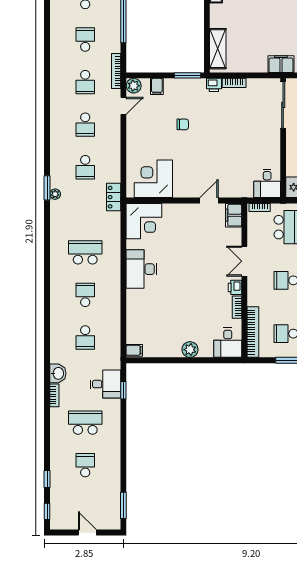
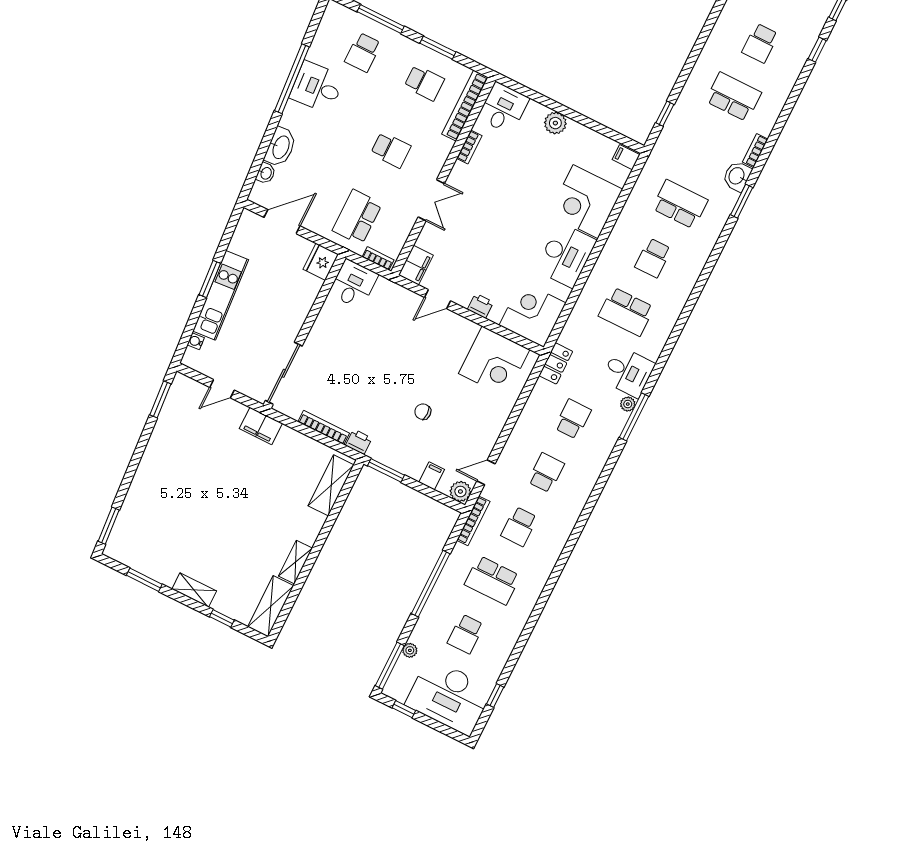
school desk: (85, 40) -> (492, 580), width x1.85
school desk: (85, 82) -> (519, 526), turned 180
bookcase: (234, 83) -> (324, 428), width x1.56
window: (47, 188) -> (634, 417), width x1.44
printer: (235, 287) -> (480, 306), moved, turned -90
corner desk: (146, 309) -> (586, 202), added
school desk: (85, 337) -> (680, 204), width x1.85
window: (47, 359) -> (742, 201), added
desk: (105, 384) -> (628, 372), moved, turned 180
school desk: (85, 423) -> (733, 97), turned 180

